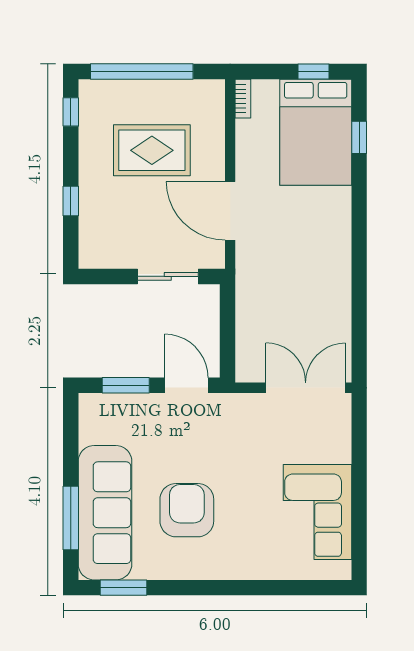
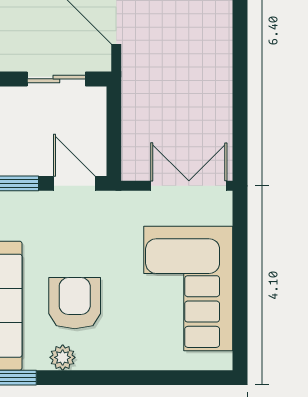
corner sofa: (317, 512) -> (188, 288), width x1.36, depth x1.36
plant: (174, 567) -> (63, 357), added

